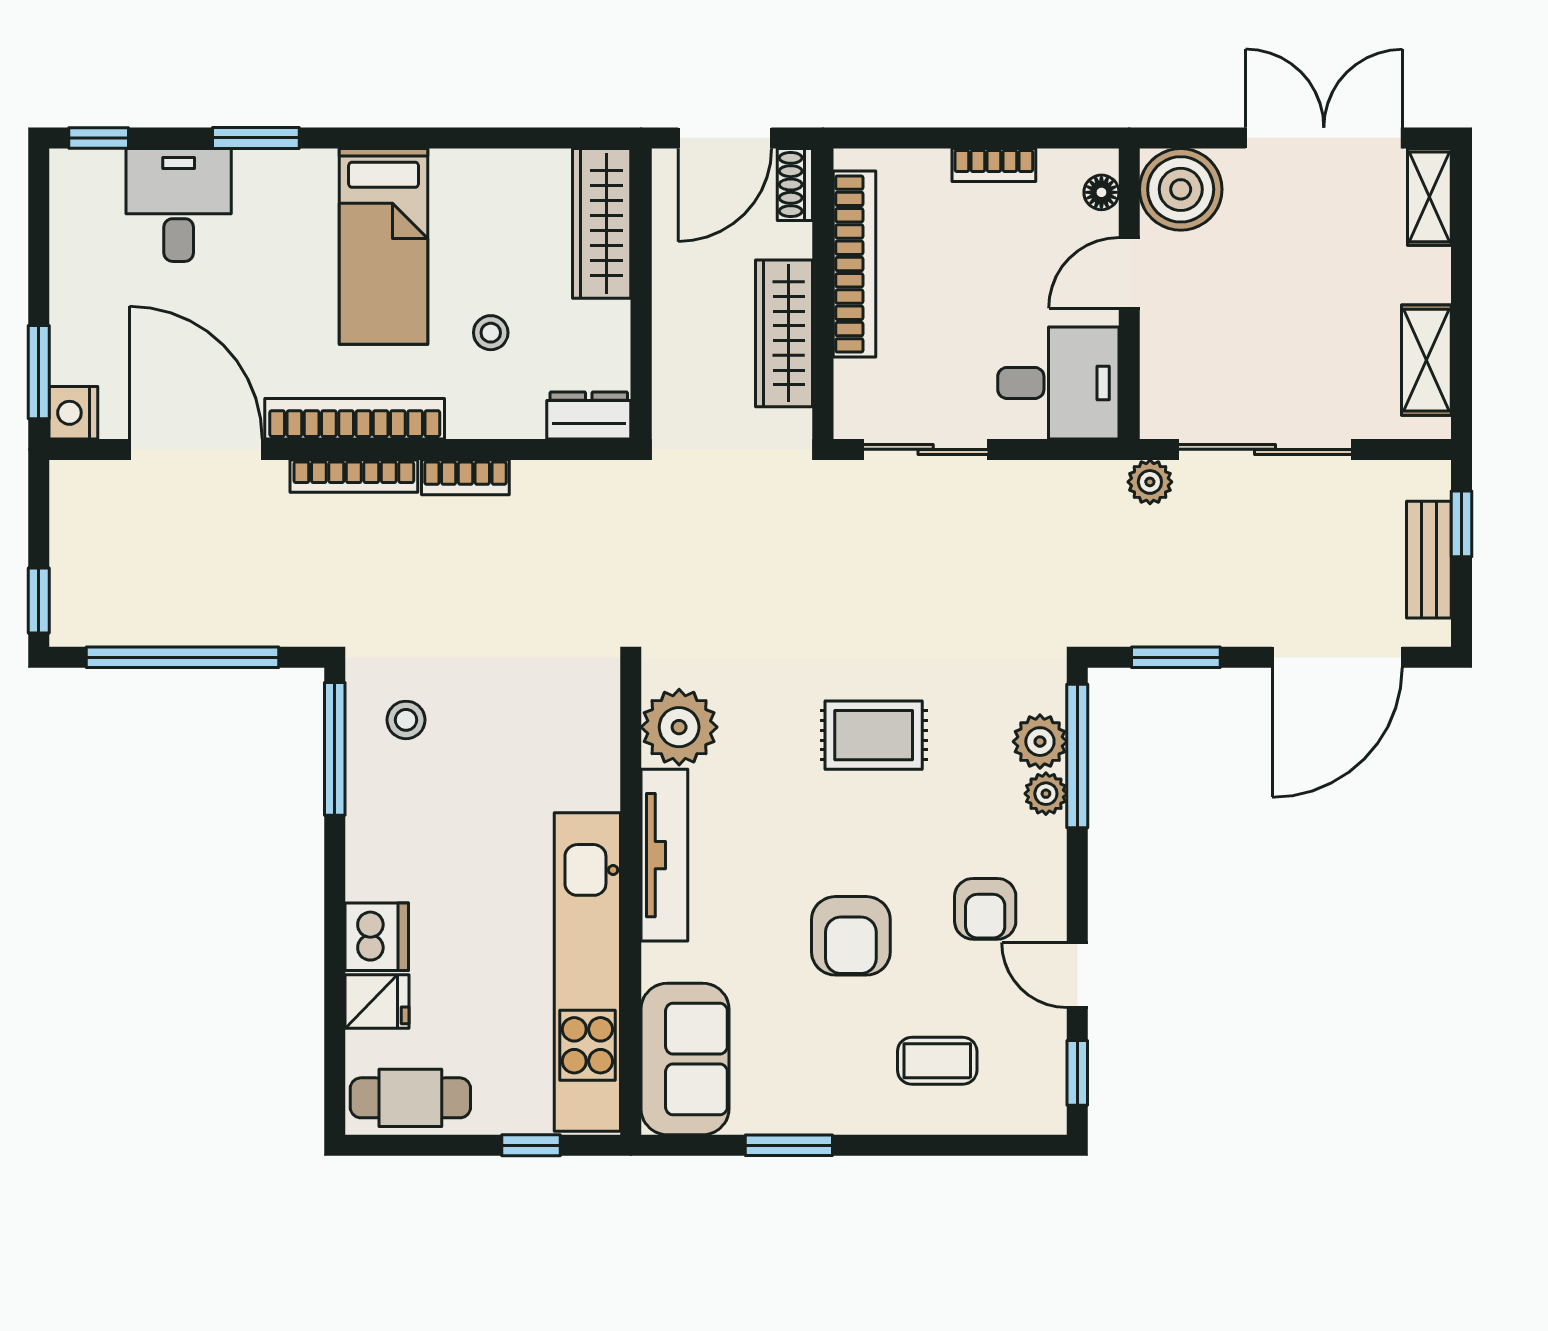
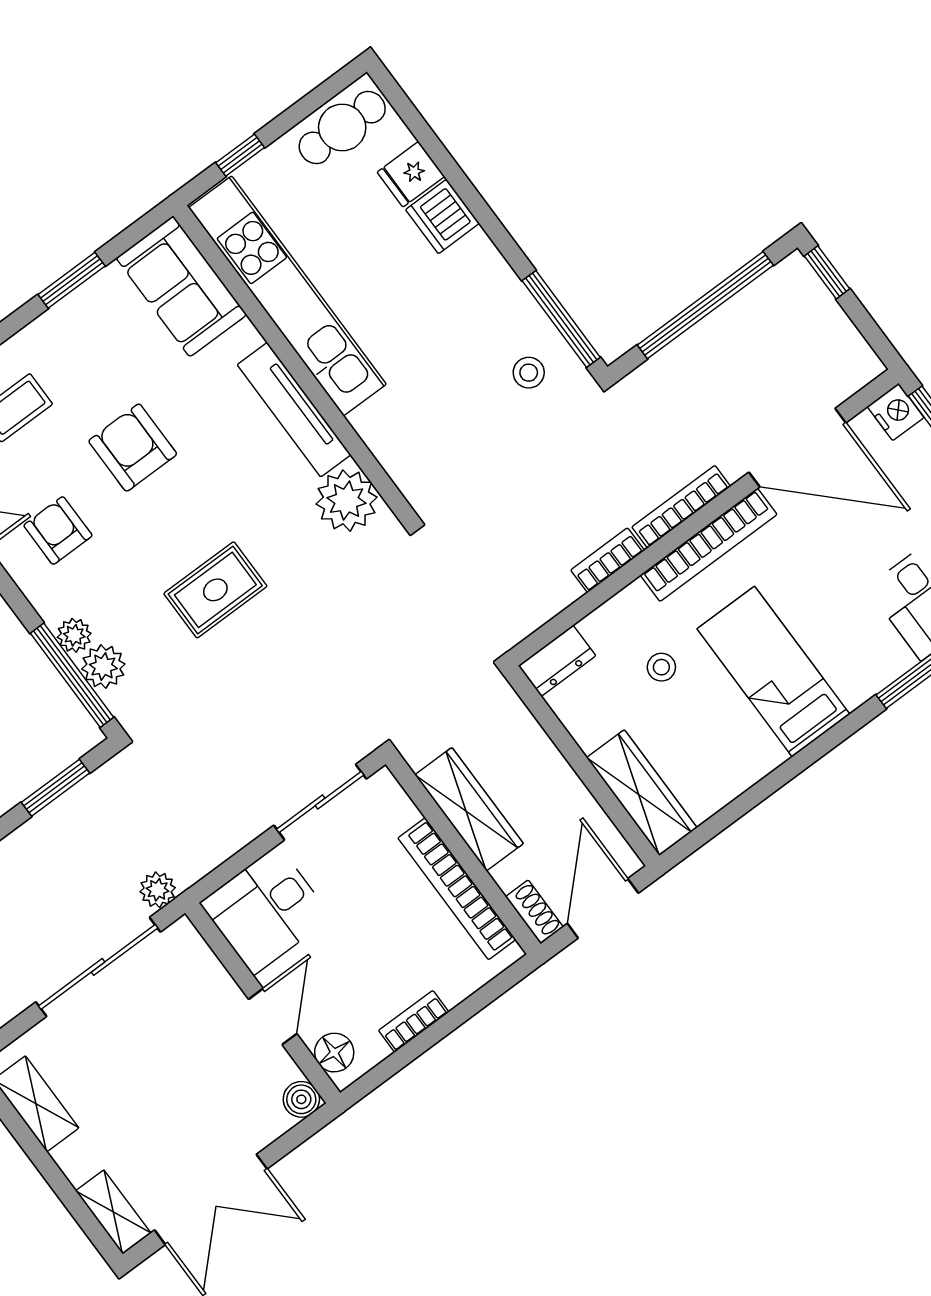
boiler: (1181, 189) -> (301, 1099), width x0.54, depth x0.54
floor lamp: (1101, 192) -> (334, 1053), width x1.37, depth x1.37

